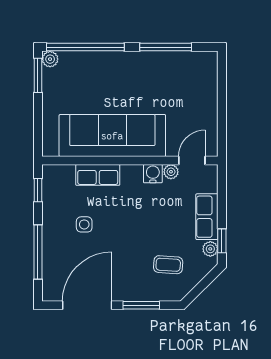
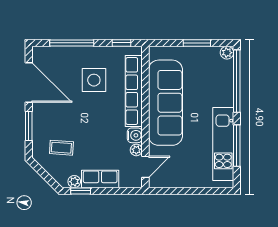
kitchen unit: (164, 64) -> (223, 144), added
window: (38, 75) -> (197, 43), moved
door: (192, 161) -> (145, 167), hinge flipped
row of seats: (98, 175) -> (134, 91), width x2.02
side table: (84, 224) -> (94, 80), width x1.87, depth x1.87
coffee table: (168, 265) -> (61, 148), turned 90

